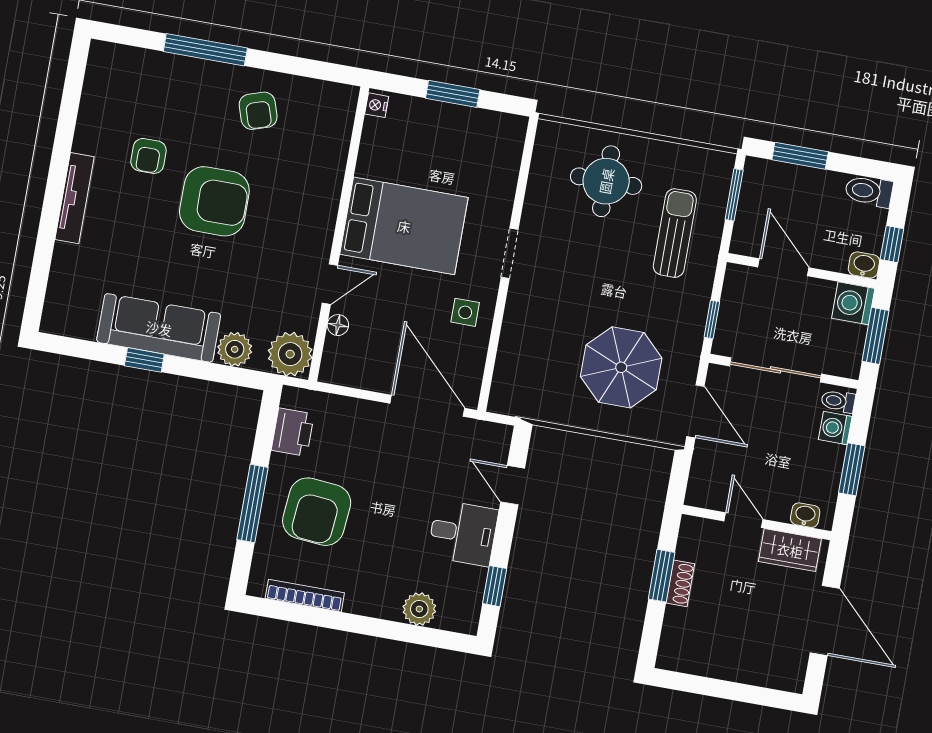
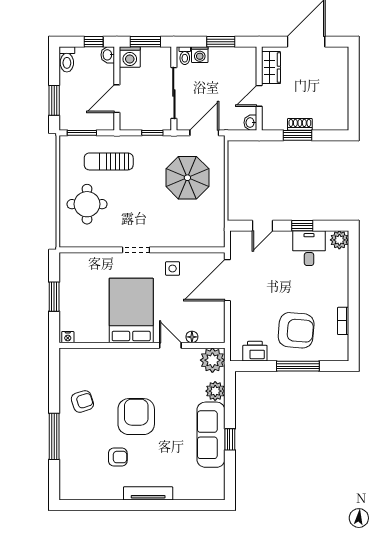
washbasin: (805, 515) -> (250, 123), moved
desk: (463, 533) -> (309, 248), moved
window: (495, 586) -> (302, 226), moved
bookcase: (305, 596) -> (343, 321), width x0.64
plant: (419, 609) -> (339, 240), moved

